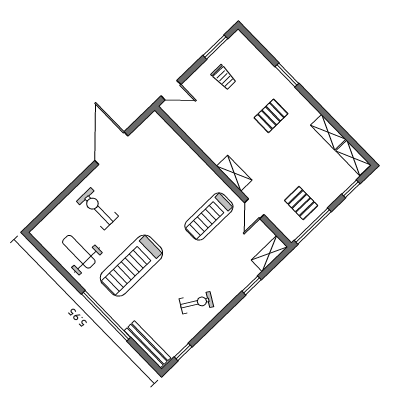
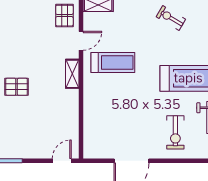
trolley: (224, 77) -> (23, 138), removed
door: (171, 90) -> (62, 161), hinge flipped
pallet: (301, 203) -> (64, 16), moved

